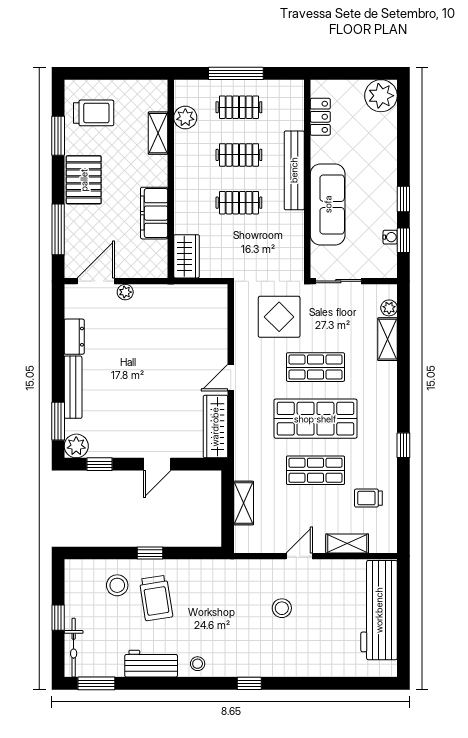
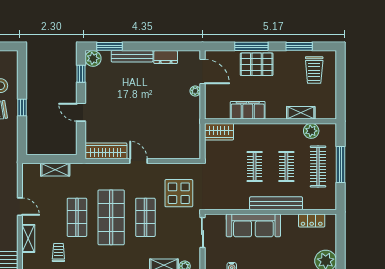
clothes rail: (239, 107) -> (318, 167), width x1.36
pallet: (84, 180) -> (257, 64), moved
window: (58, 229) -> (251, 46), moved

